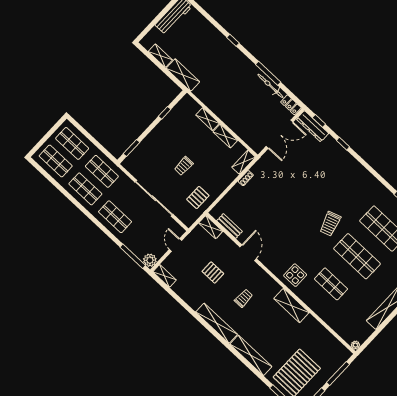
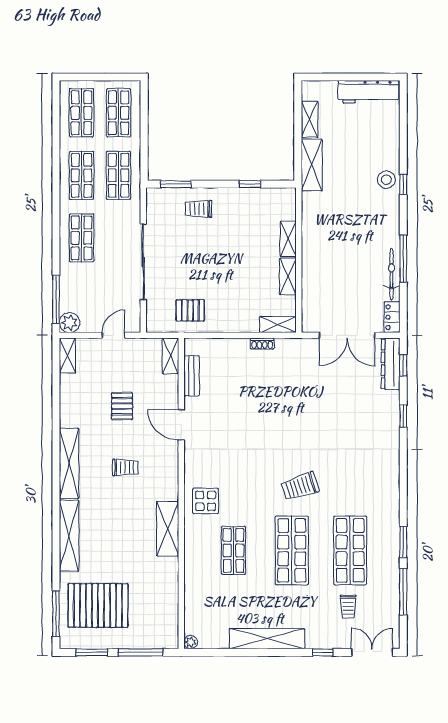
stool: (223, 46) -> (386, 180), added
trolley: (184, 166) -> (199, 209), moved
door: (248, 253) -> (181, 425), swing flipped

